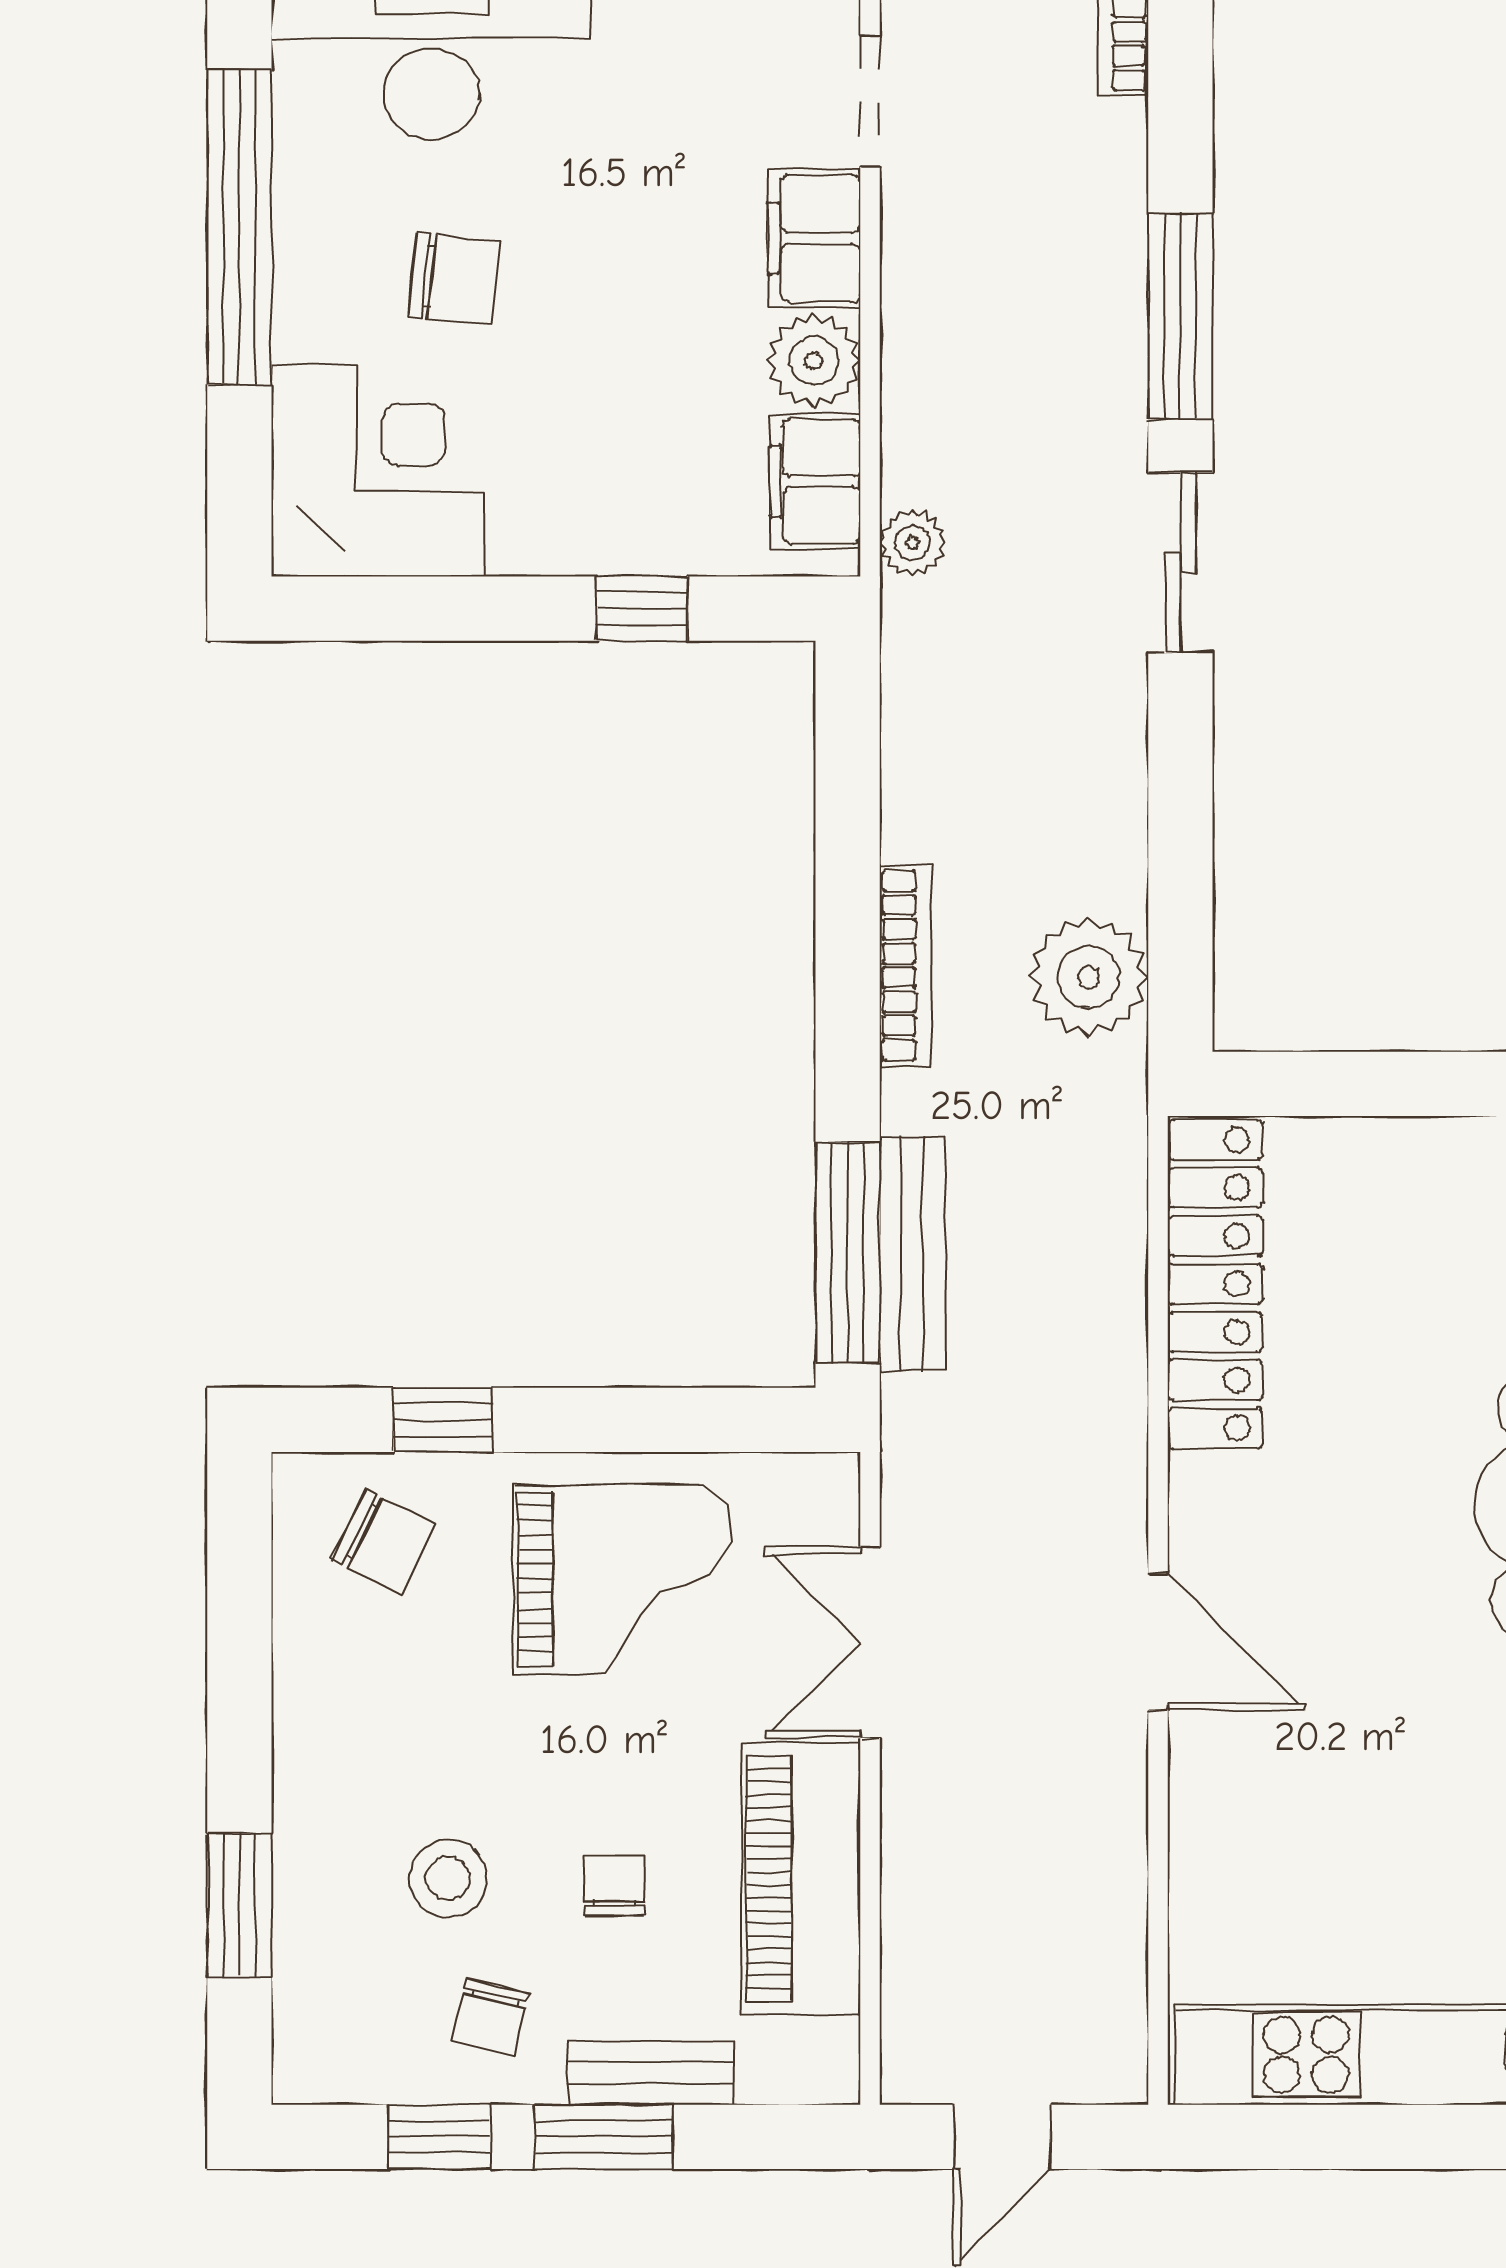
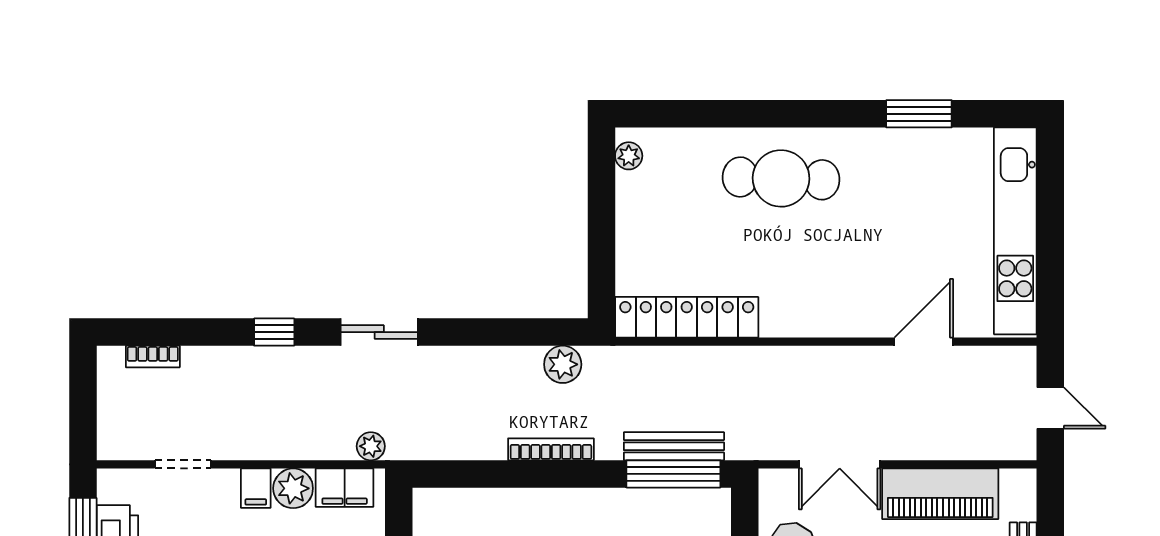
filing cabinet: (814, 238) -> (256, 488), width x0.50
window: (1180, 316) -> (274, 332), width x0.46
plant: (1089, 977) -> (563, 364), width x0.73, depth x0.73
door: (1158, 1642) -> (924, 342), moved

